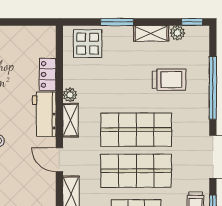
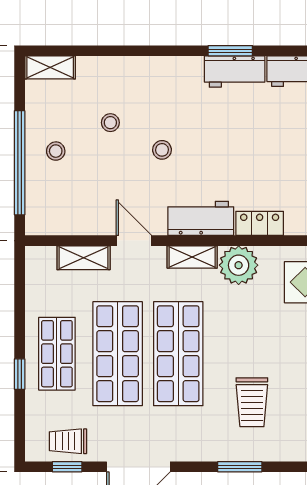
window: (213, 88) -> (240, 467), width x0.47
plant: (70, 95) -> (239, 265), width x1.88, depth x1.88
door: (59, 160) -> (134, 241), hinge flipped

